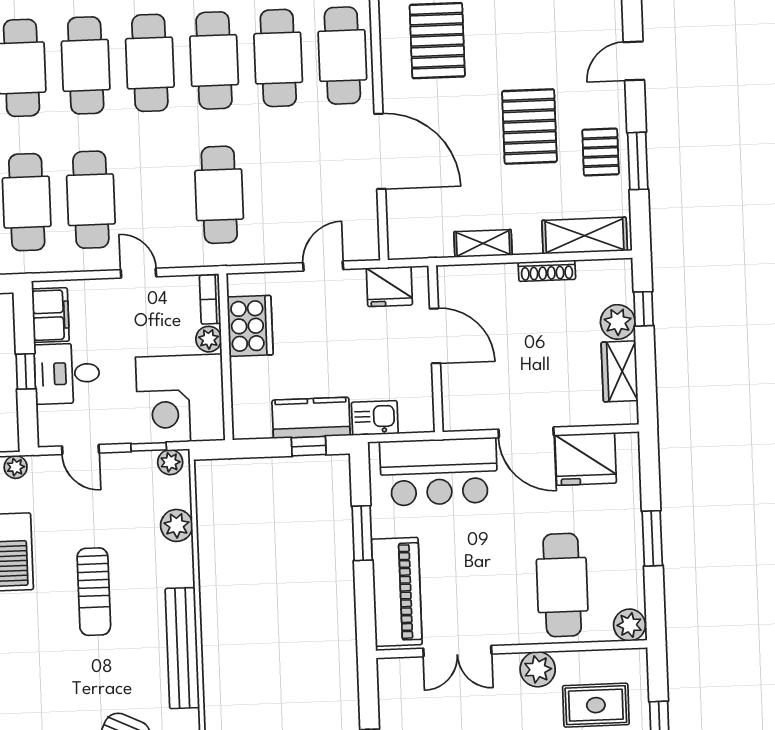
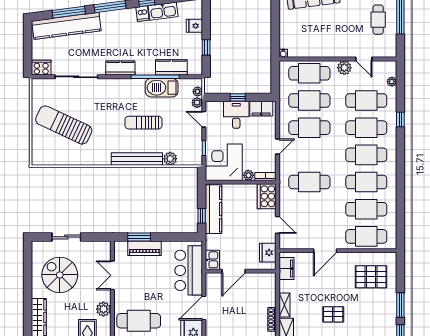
pallet: (529, 127) -> (333, 314), width x0.67, depth x0.71
door: (380, 151) -> (325, 251), width x0.73
filing cabinet: (425, 241) -> (286, 269), added
shelving: (483, 243) -> (284, 305), moved
cooker: (250, 326) -> (267, 196), moved, turned 90
door: (435, 336) -> (234, 271), moved
kitchen counter: (311, 418) -> (214, 209), width x1.50
kitchen sink: (375, 418) -> (212, 260), moved
door: (81, 449) -> (204, 119), hinge flipped
plant: (170, 462) -> (197, 103), moved
window: (362, 533) -> (139, 237), moved
piano: (397, 592) -> (145, 248), width x0.73, depth x0.75
bench: (182, 648) -> (137, 159), moved

